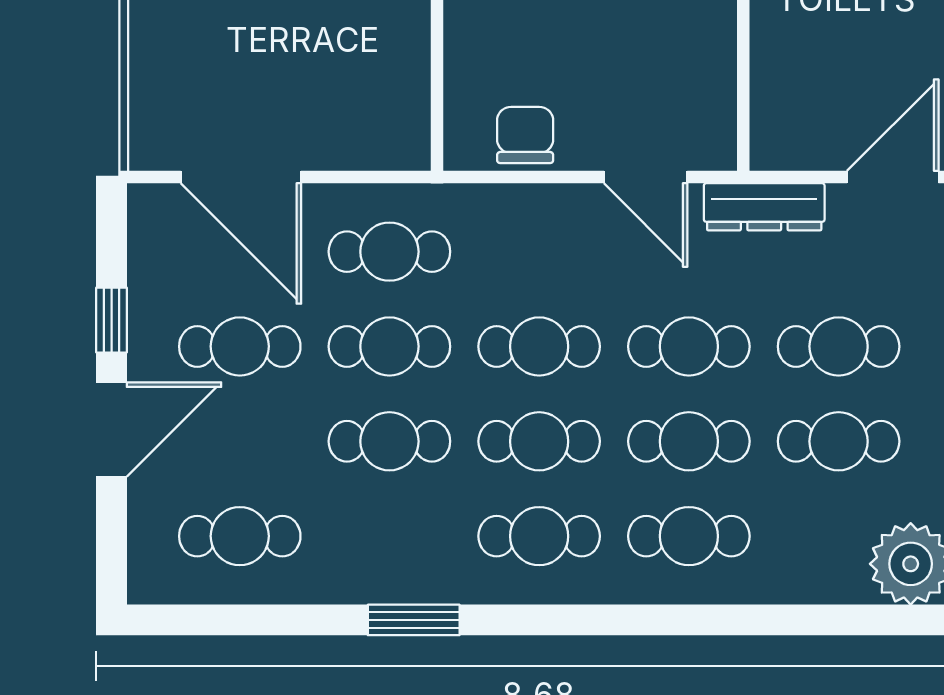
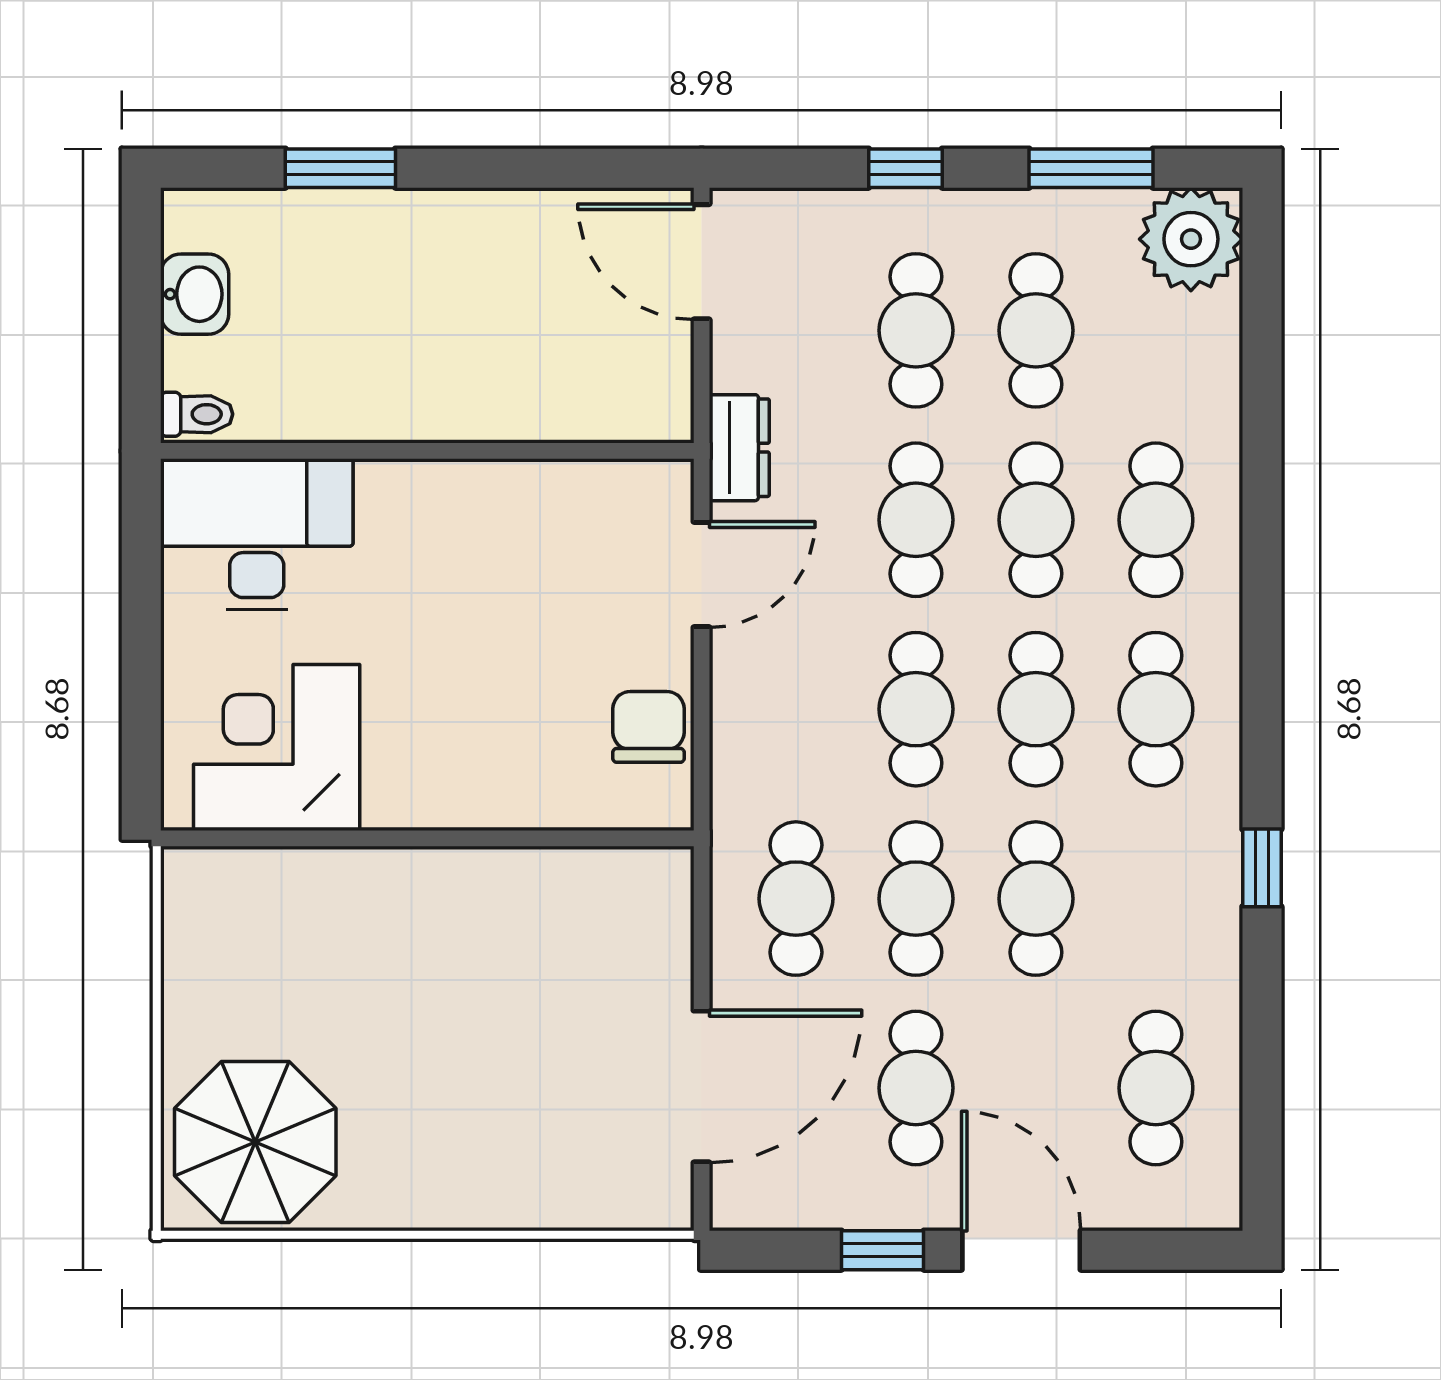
chair: (525, 135) -> (648, 727), turned 90
dresser: (764, 207) -> (739, 448), width x0.70
window: (414, 620) -> (1262, 868), width x0.67

